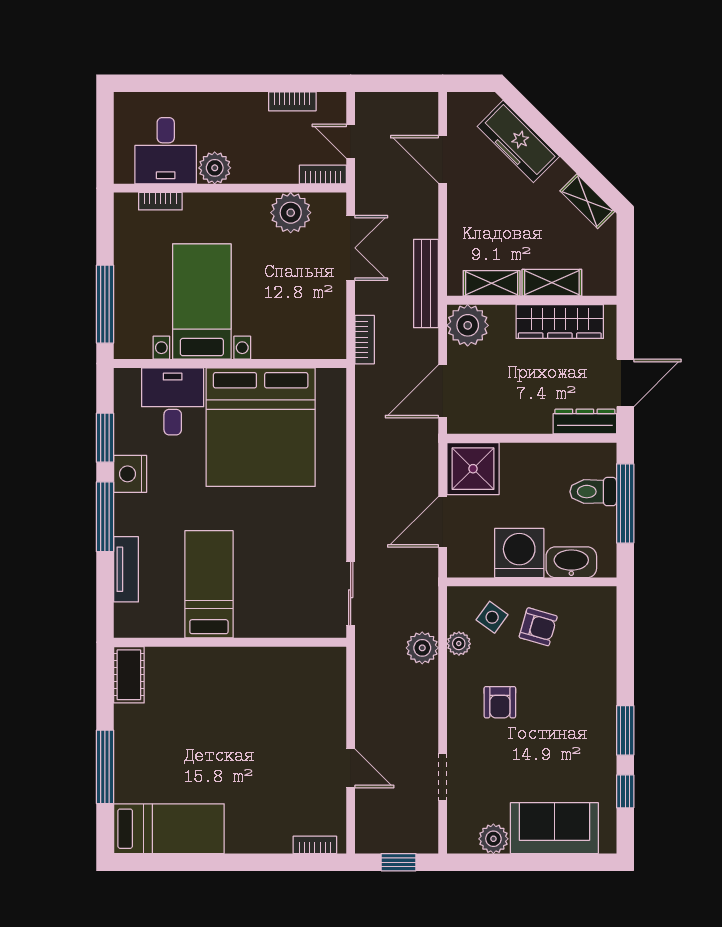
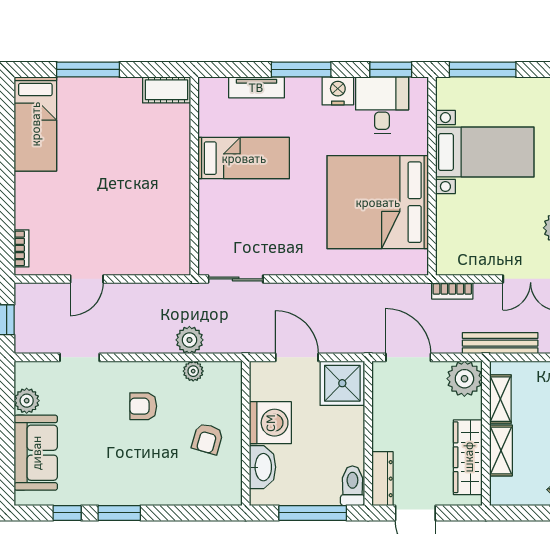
desk: (173, 401) -> (382, 105), moved, turned -90
window: (105, 438) -> (391, 69), moved
toilet: (593, 492) -> (352, 486), moved
side table: (492, 617) -> (216, 400), removed

